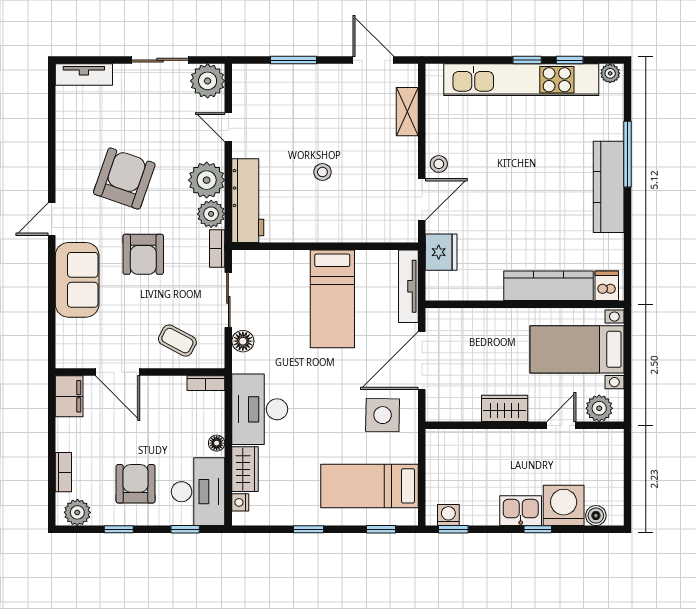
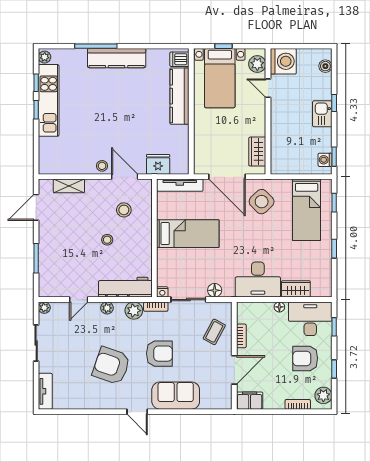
kitchen unit: (521, 80) -> (49, 100), width x0.73
plant: (208, 81) -> (44, 308), width x0.53, depth x0.53
plant: (207, 180) -> (107, 308), width x0.53, depth x0.53
stool: (369, 198) -> (124, 210), added
window: (627, 355) -> (224, 46), added
bookcase: (206, 383) -> (241, 336), moved
wardrobe: (505, 408) -> (257, 152), moved
side table: (383, 415) -> (262, 202), turned 45
nightstand: (240, 502) -> (162, 292), moved
washing machine: (564, 505) -> (283, 61), moved, turned 180

